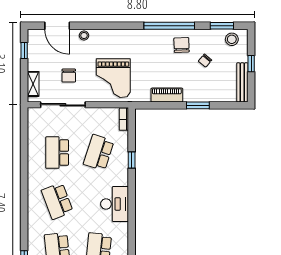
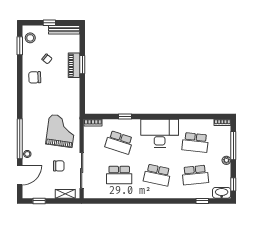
window: (169, 26) -> (20, 139), moved
grand piano: (113, 78) -> (61, 131), turned -82
piano: (167, 95) -> (74, 65), moved
school desk: (57, 201) -> (157, 175), turned 33
desk: (115, 204) -> (160, 133), width x1.36, depth x1.30

